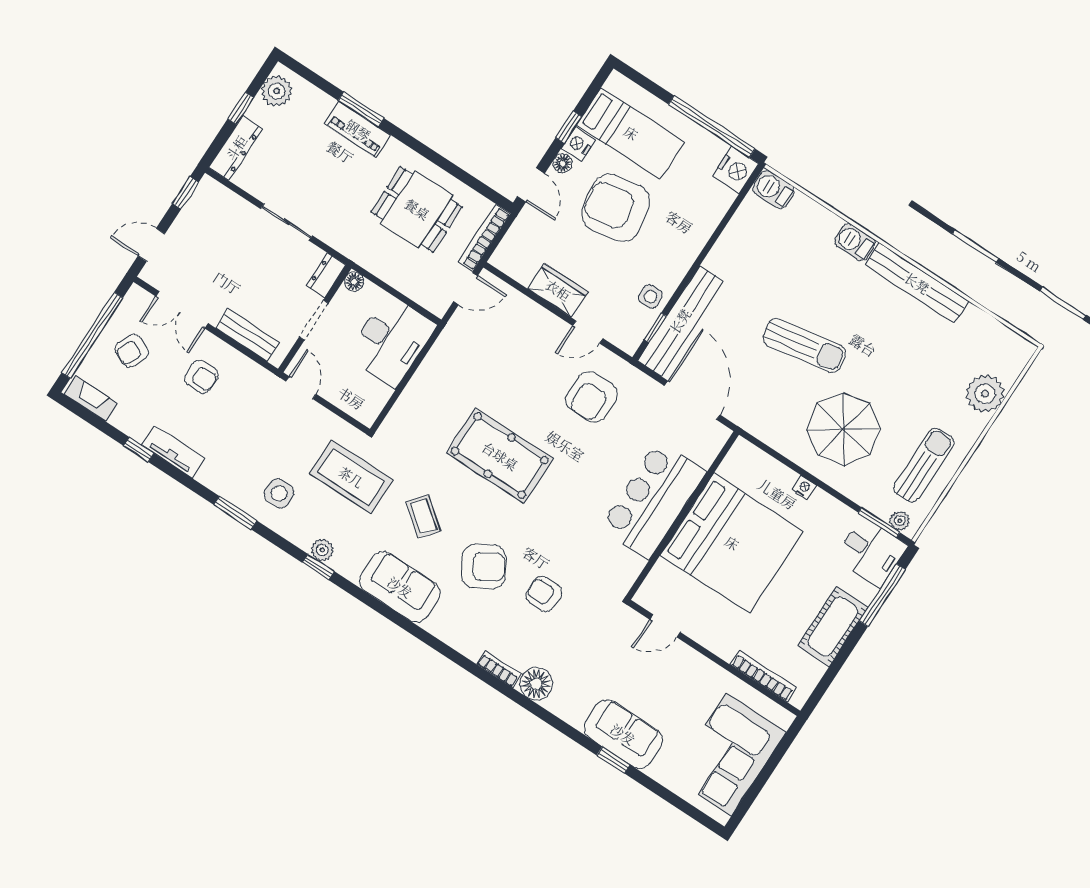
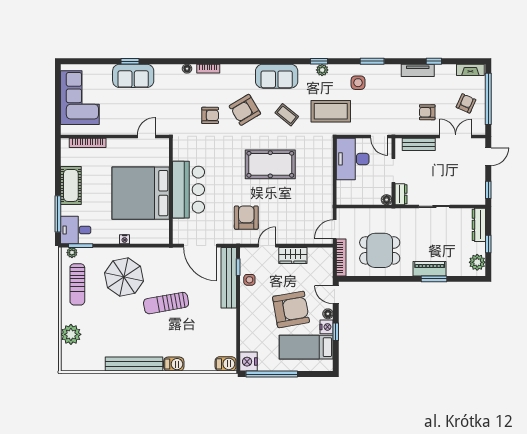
desk: (391, 341) -> (353, 159), moved
floor lamp: (536, 684) -> (187, 69), width x0.53, depth x0.53

